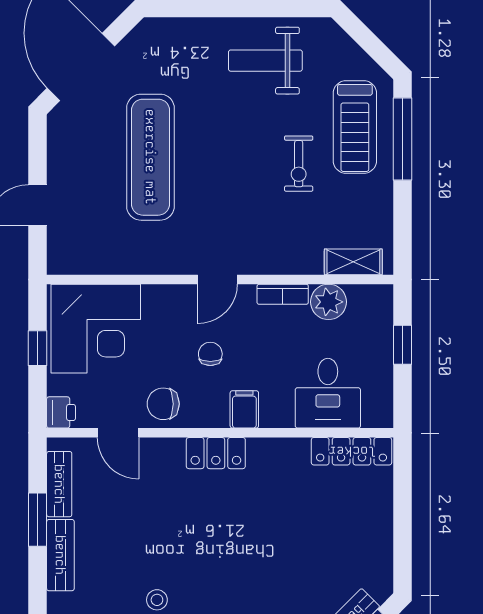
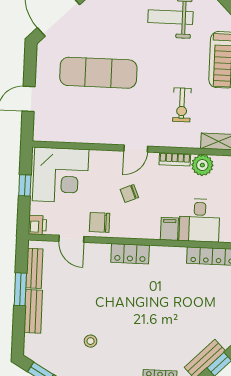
exercise mat: (150, 157) -> (98, 73), turned 90
exercise bike: (299, 164) -> (182, 105), moved
chair: (210, 354) -> (129, 193), turned -113
filing cabinet: (244, 409) -> (169, 229), moved

